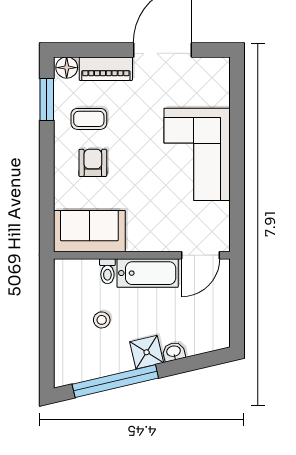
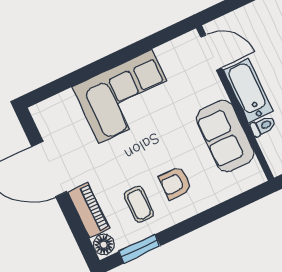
sofa: (89, 231) -> (225, 136), moved

